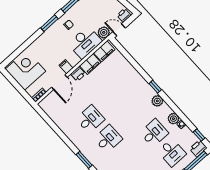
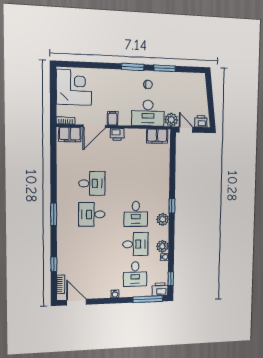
filing cabinet: (90, 64) -> (70, 134), moved
desk: (136, 113) -> (136, 214), added
desk: (108, 139) -> (92, 214), turned 180

